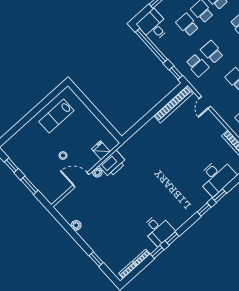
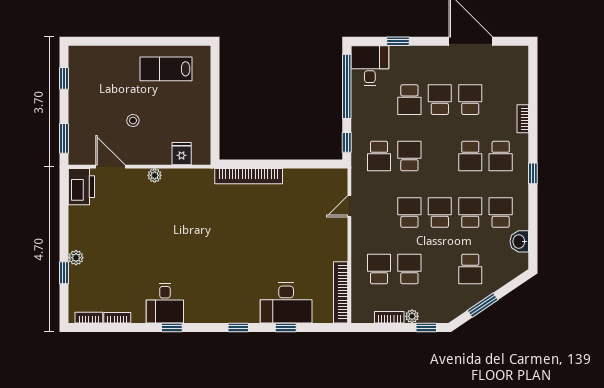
school desk: (187, 25) -> (409, 100), turned 180
bookcase: (173, 105) -> (249, 176), moved
printer: (113, 164) -> (81, 187), moved, turned -90
door: (81, 180) -> (110, 167), moved
window: (29, 185) -> (64, 138), moved
window: (219, 196) -> (286, 327), moved
plant: (76, 225) -> (76, 258), moved
window: (157, 252) -> (141, 327), removed

